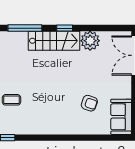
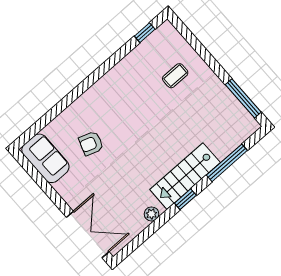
plant: (90, 41) -> (151, 214), width x0.53, depth x0.53

